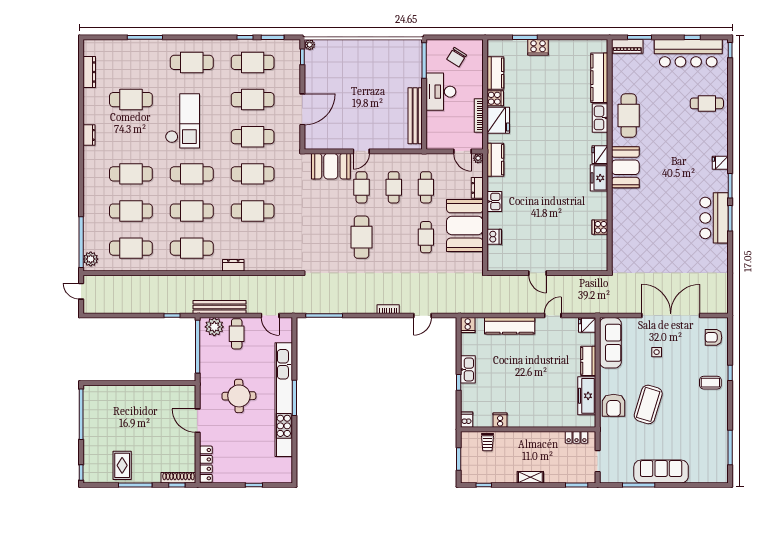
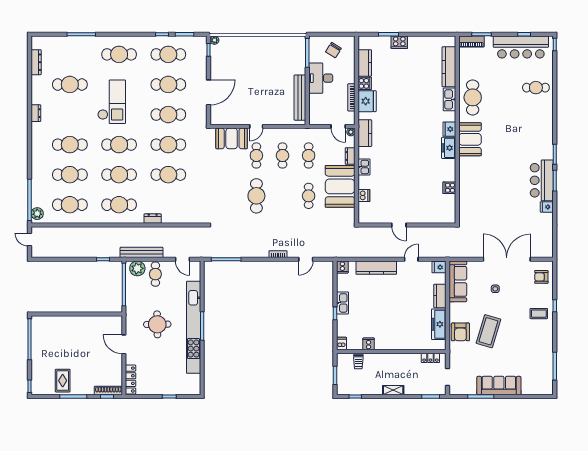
fridge: (720, 163) -> (547, 207), moved

